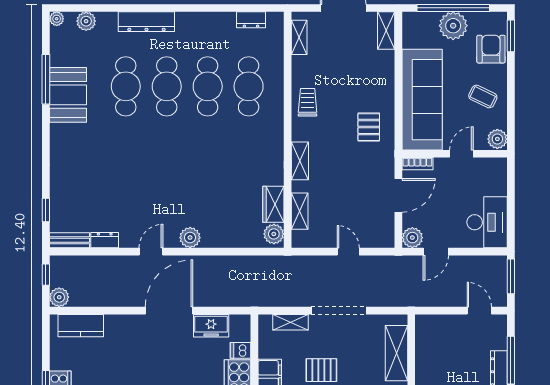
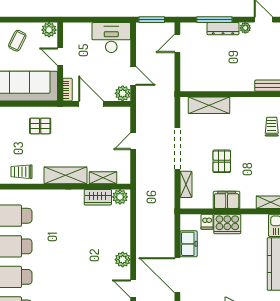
shelving: (300, 161) -> (65, 175), width x1.50, depth x1.33

